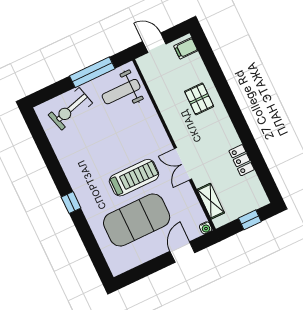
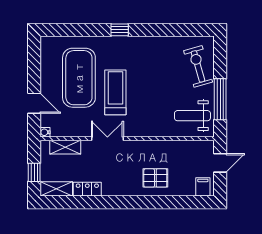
weight bench: (121, 92) -> (192, 116), turned -90
treadmill: (134, 178) -> (115, 92), turned 180
shelving: (256, 191) -> (56, 189), added

